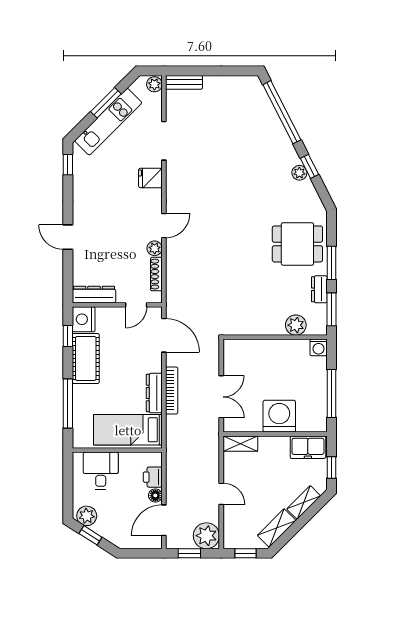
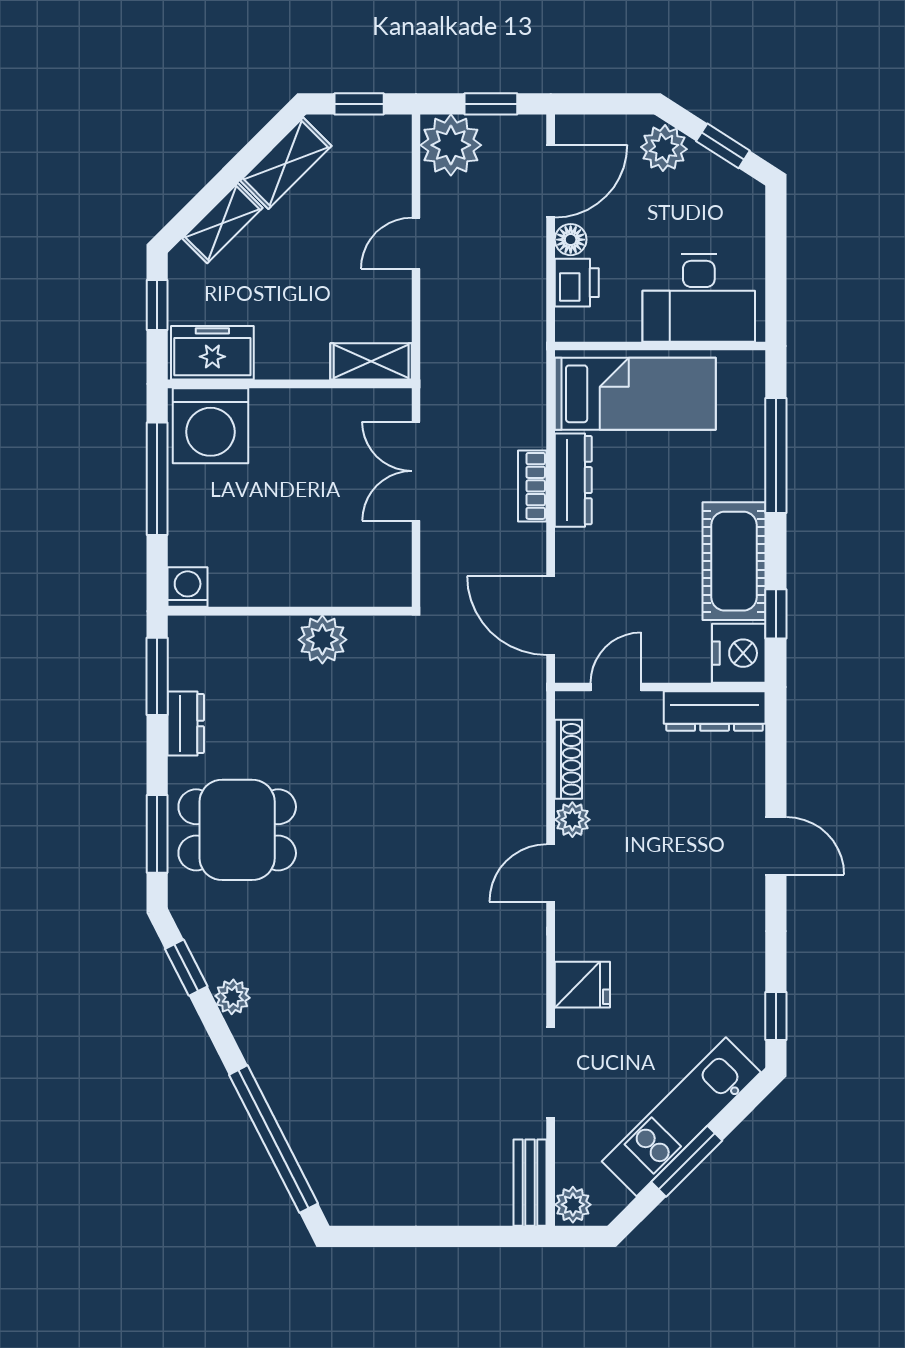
bench: (184, 82) -> (530, 1183), moved, turned 90
window: (310, 166) -> (186, 968), moved
window: (332, 263) -> (157, 834), moved
plant: (296, 325) -> (322, 640), moved
bookcase: (172, 390) -> (532, 486), width x0.64
washing machine: (279, 416) -> (210, 426), moved
desk: (101, 471) -> (699, 298), width x1.37
door: (221, 494) -> (416, 243), hinge flipped
plant: (87, 516) -> (664, 148), moved

